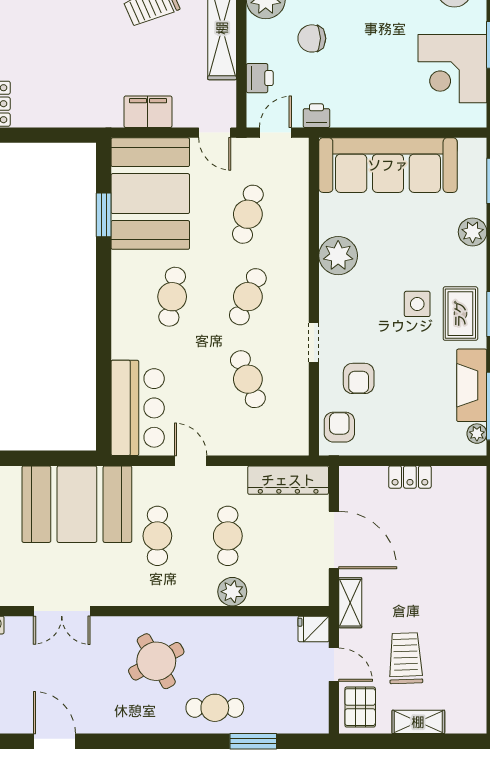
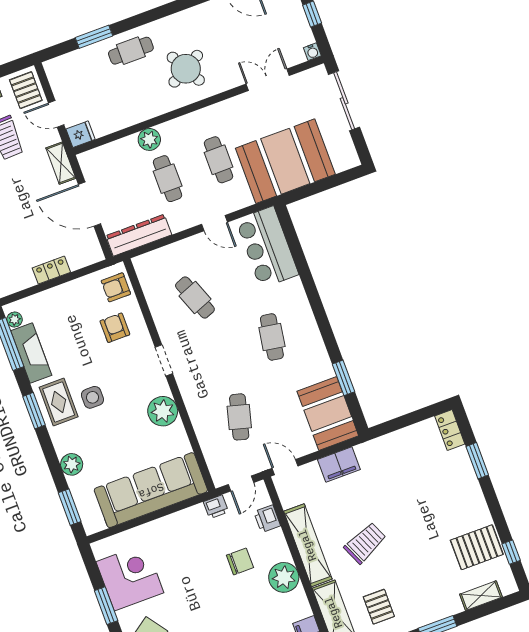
booth: (150, 194) -> (328, 413), width x0.73, depth x0.70
cafe table: (248, 297) -> (217, 357), removed
doorway: (314, 342) -> (164, 360), moved
armchair: (339, 427) -> (116, 287), turned 90

